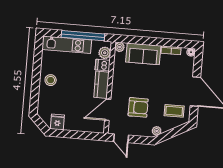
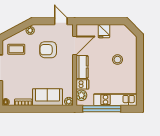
stool: (51, 80) -> (117, 60), moved
fridge: (57, 122) -> (104, 31), moved

